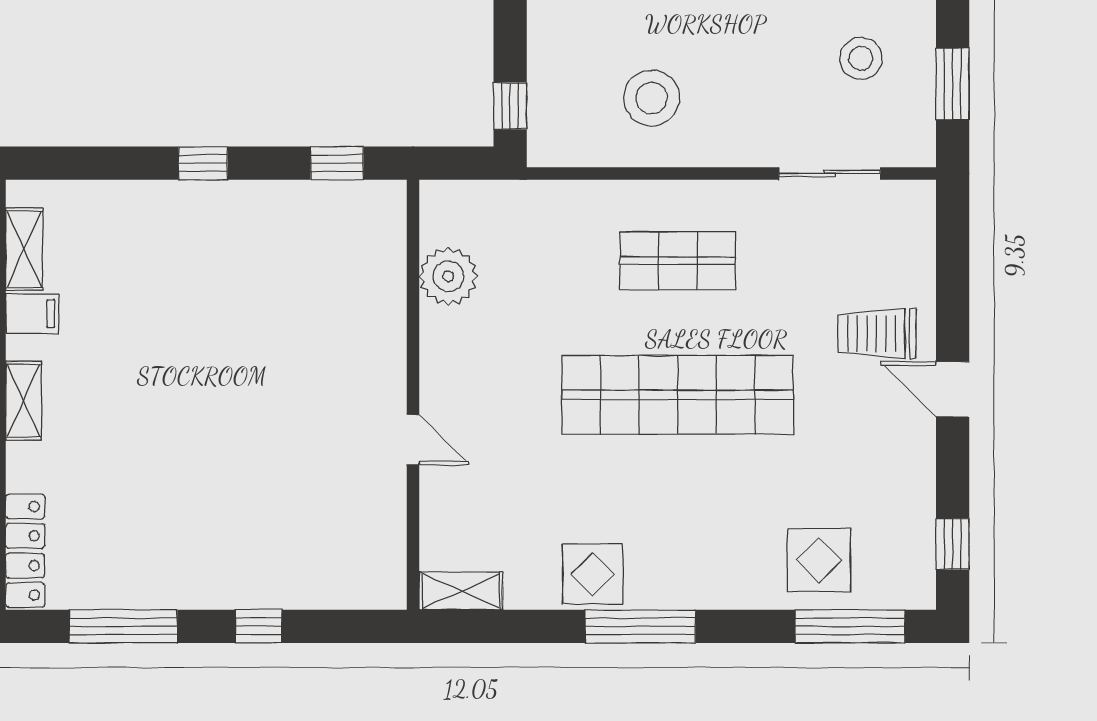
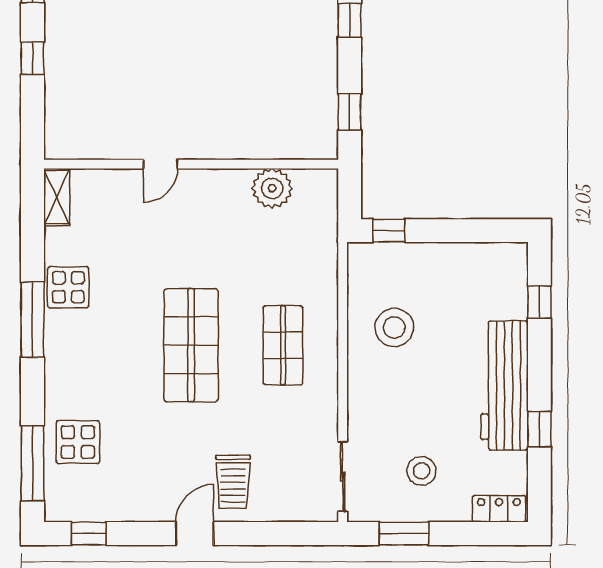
sliding door: (830, 174) -> (343, 477), moved
trolley: (877, 334) -> (233, 482), turned 180
shop shelf: (678, 395) -> (191, 345), width x0.71

